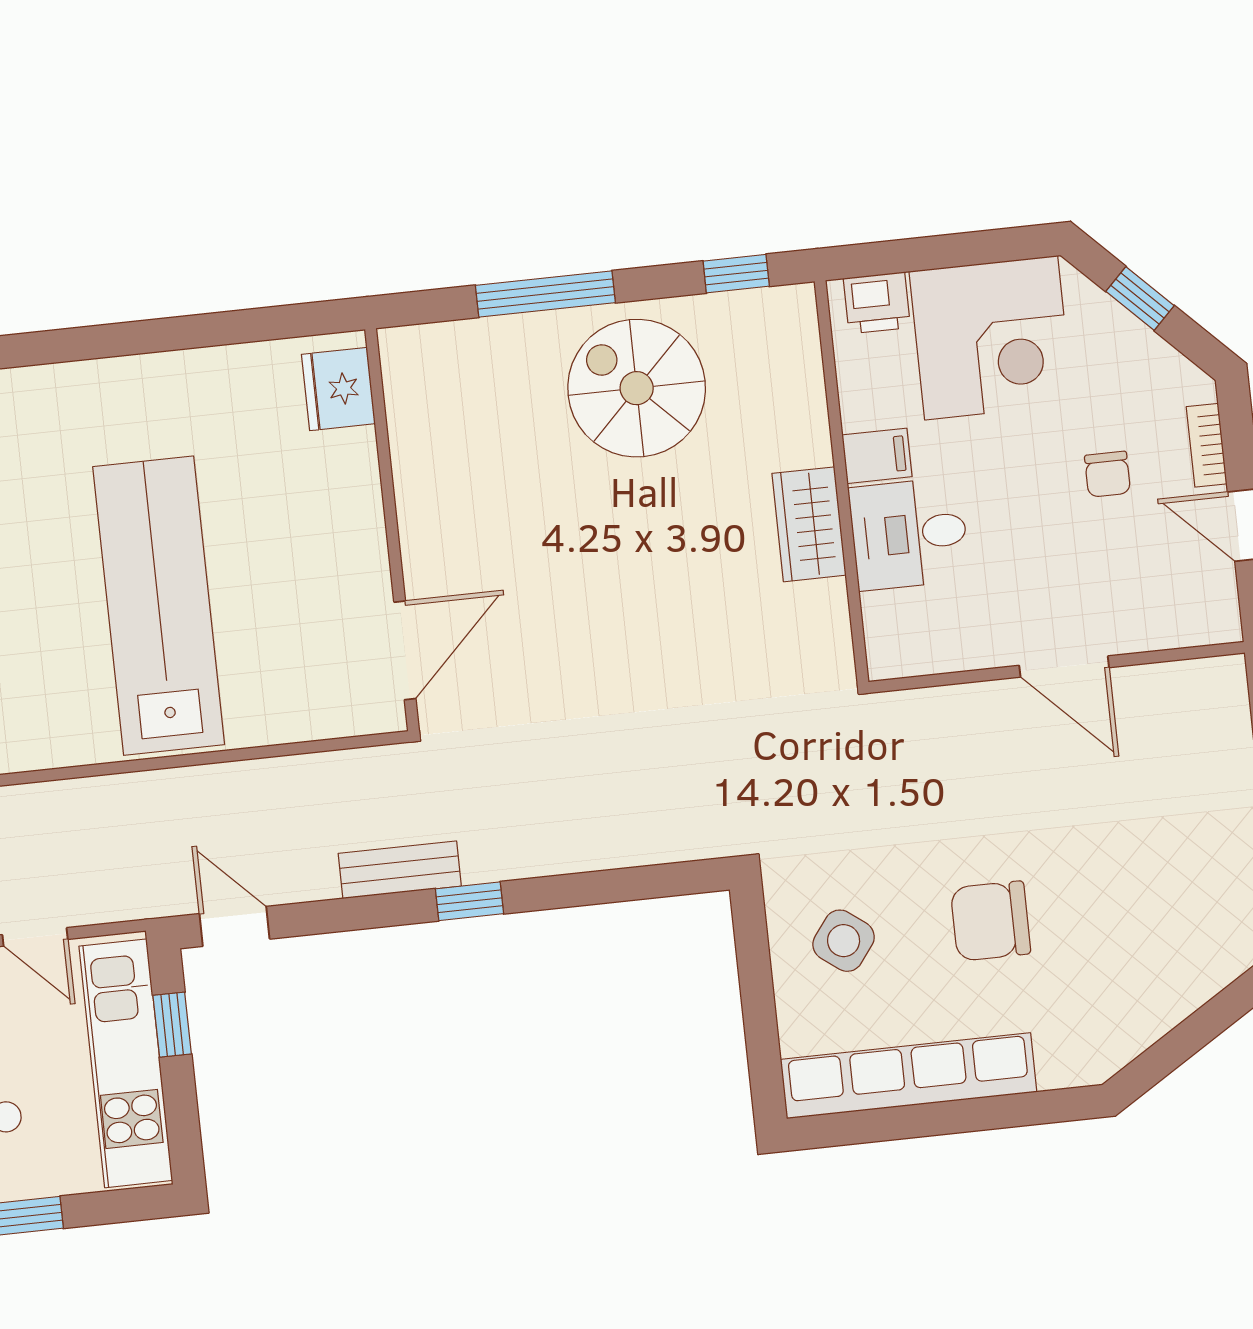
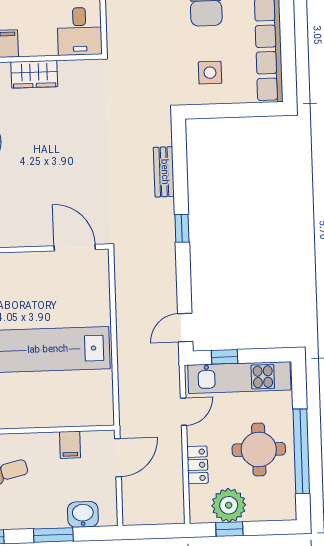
desk: (909, 534) -> (80, 31), moved
bench: (400, 870) -> (164, 172), moved
side table: (844, 941) -> (210, 73), turned -37

